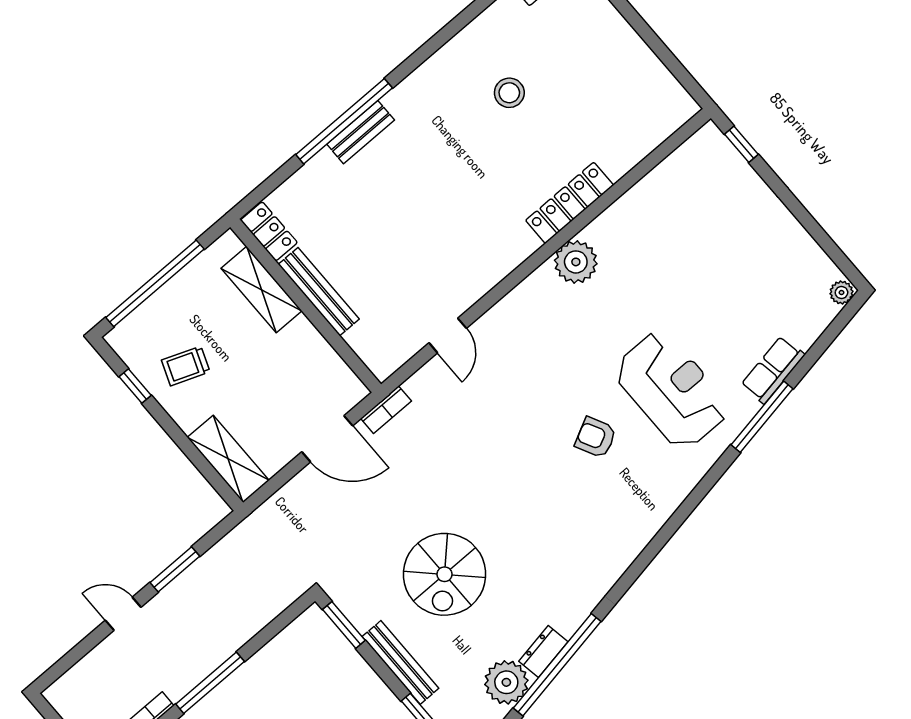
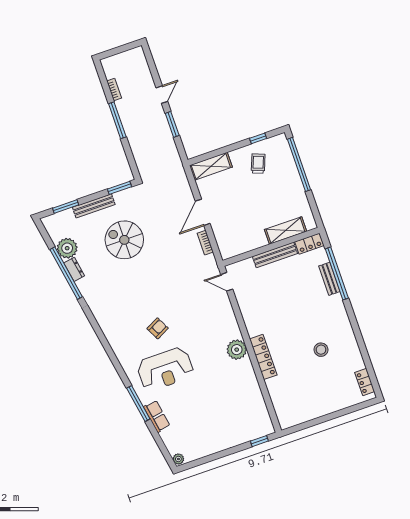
locker: (269, 231) -> (309, 244), moved
shelving: (261, 290) -> (286, 230), moved
bench: (319, 292) -> (275, 255), moved
wall: (306, 306) -> (271, 247), moved

